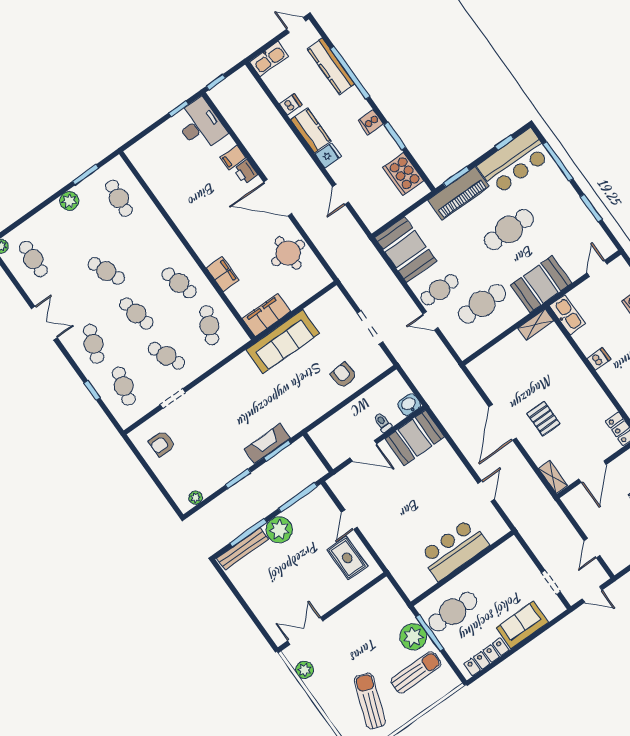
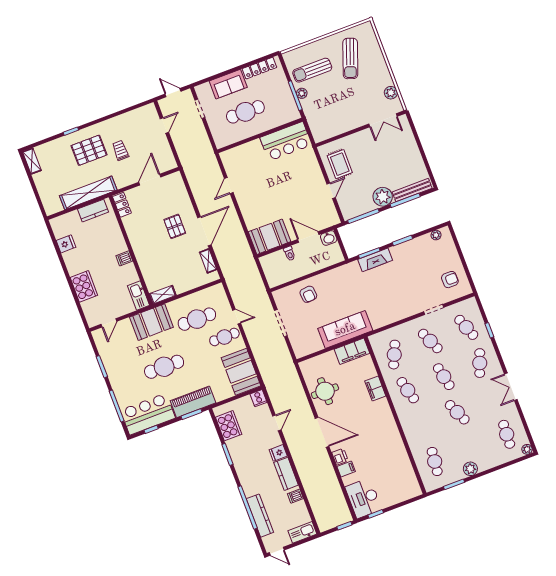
cooker: (371, 122) -> (258, 398), moved, turned 90
cafe table: (124, 386) -> (466, 327), turned -36
washbasin: (409, 405) -> (329, 238), moved
shelving: (553, 477) -> (208, 261), moved
bar counter: (454, 550) -> (286, 141), moved
cafe table: (453, 612) -> (245, 112), moved
plant: (413, 637) -> (302, 93), width x0.53, depth x0.53

